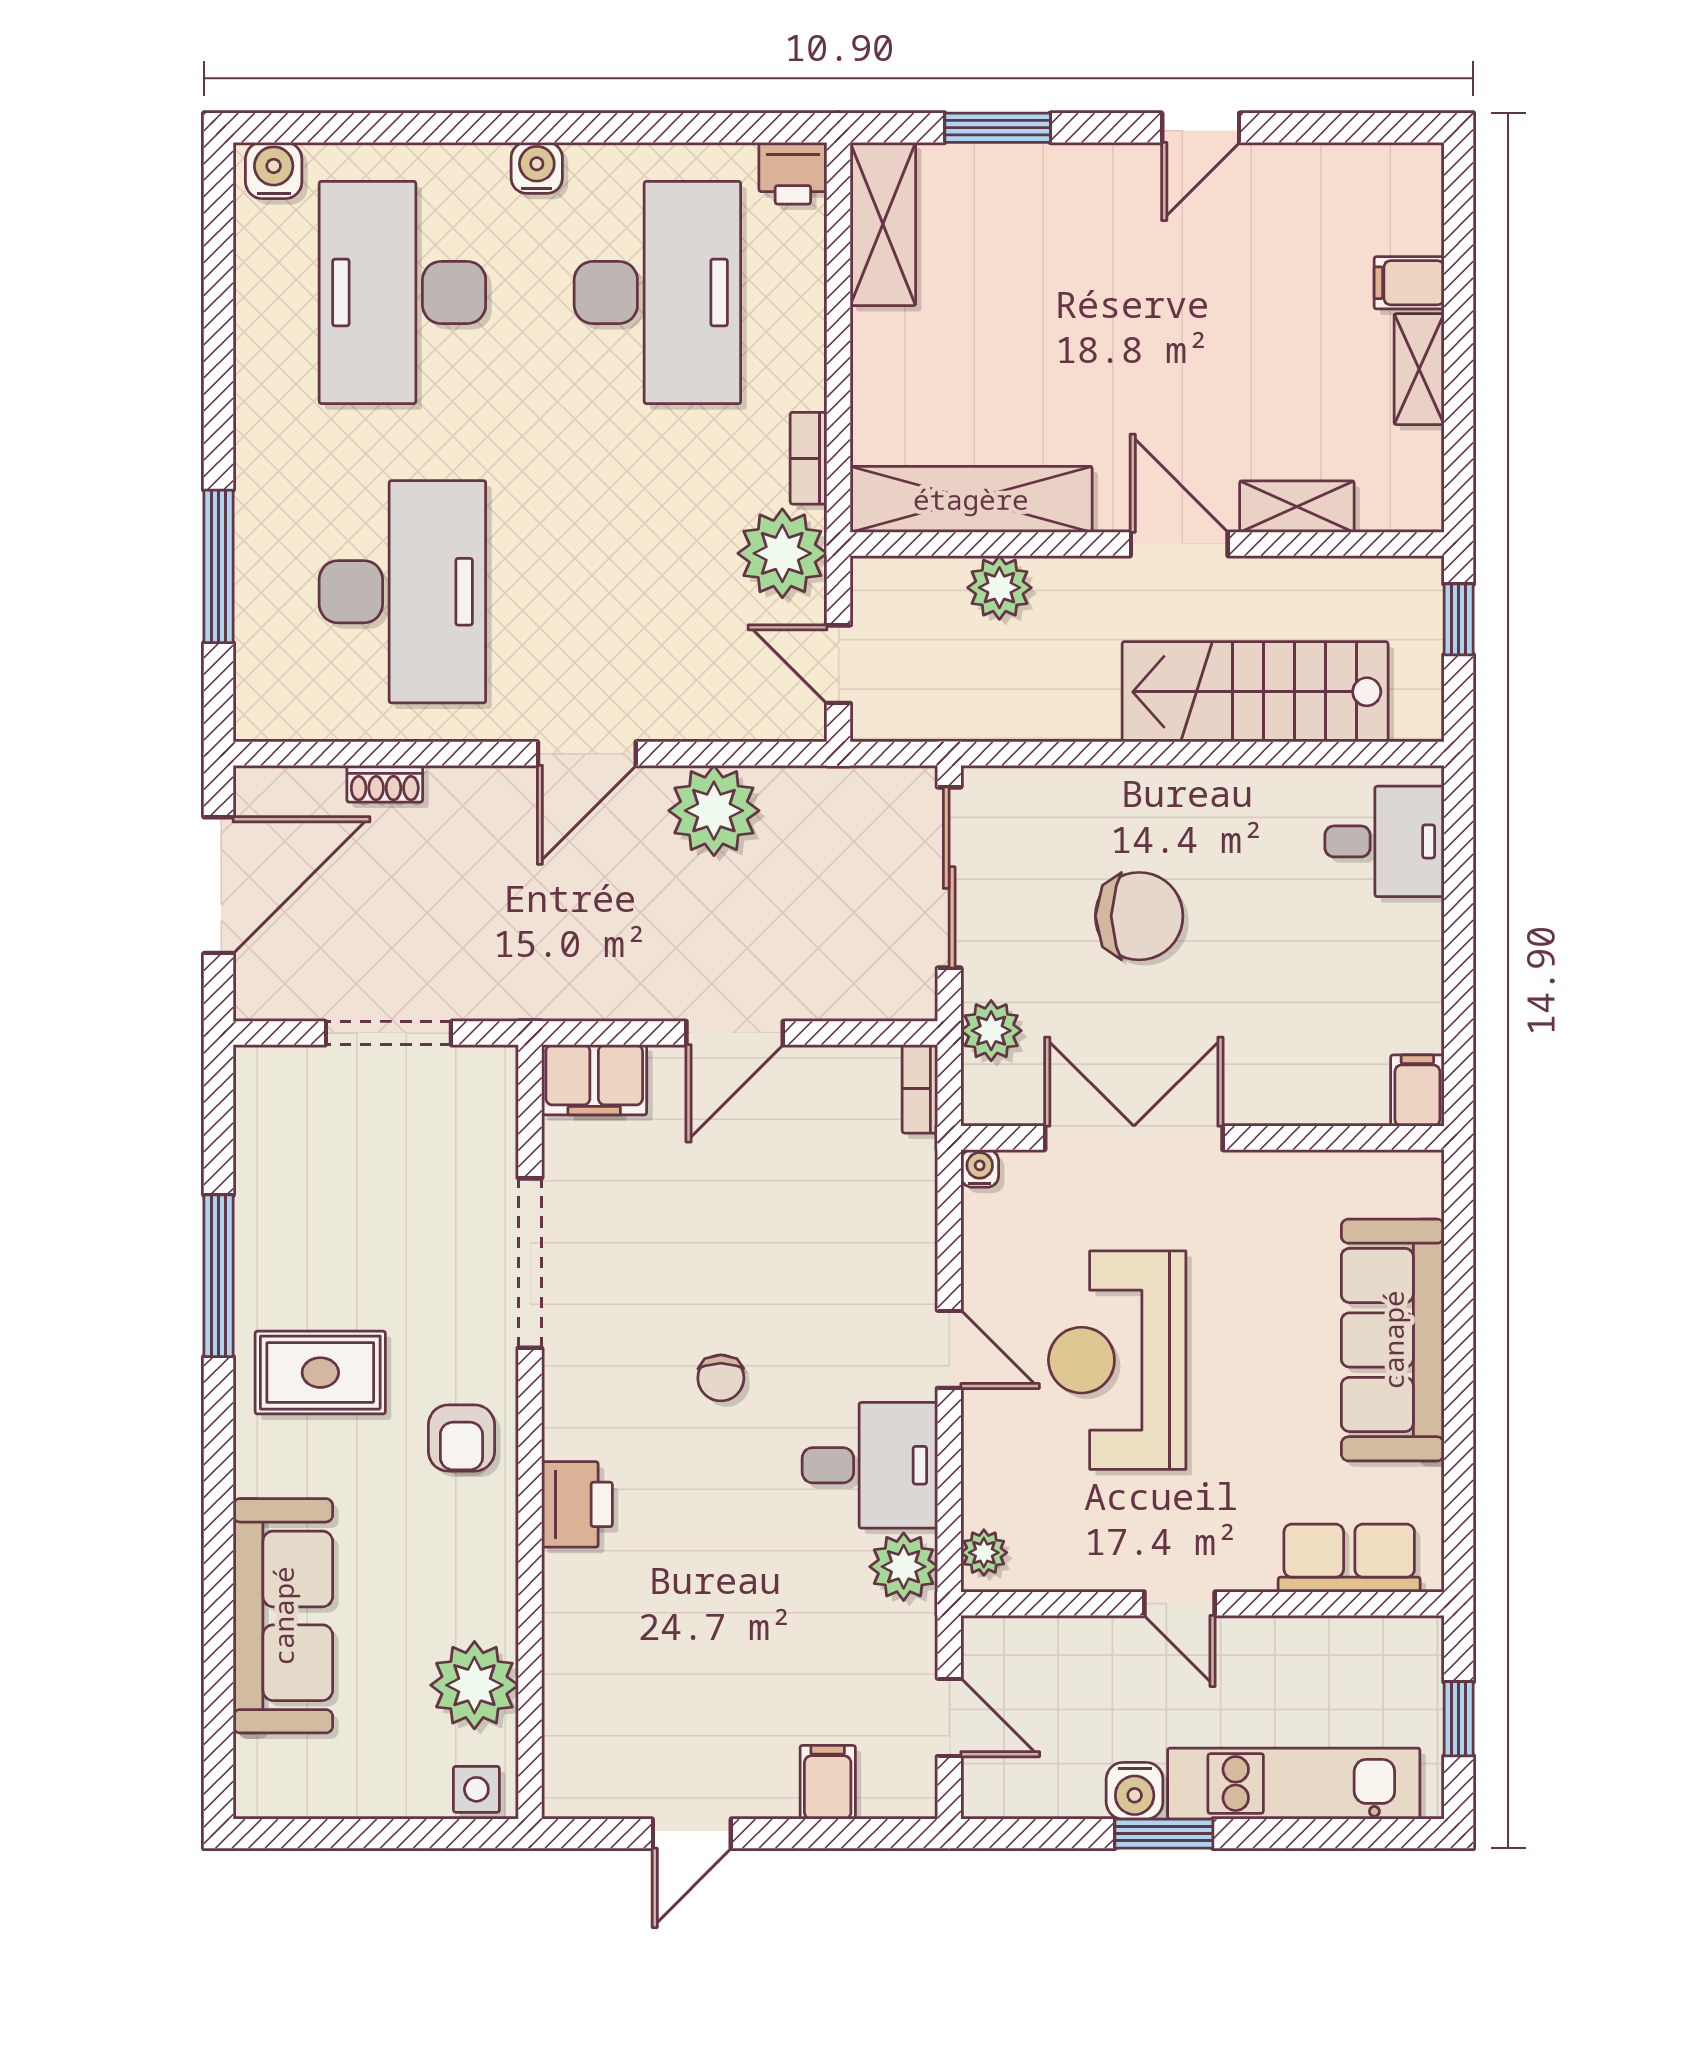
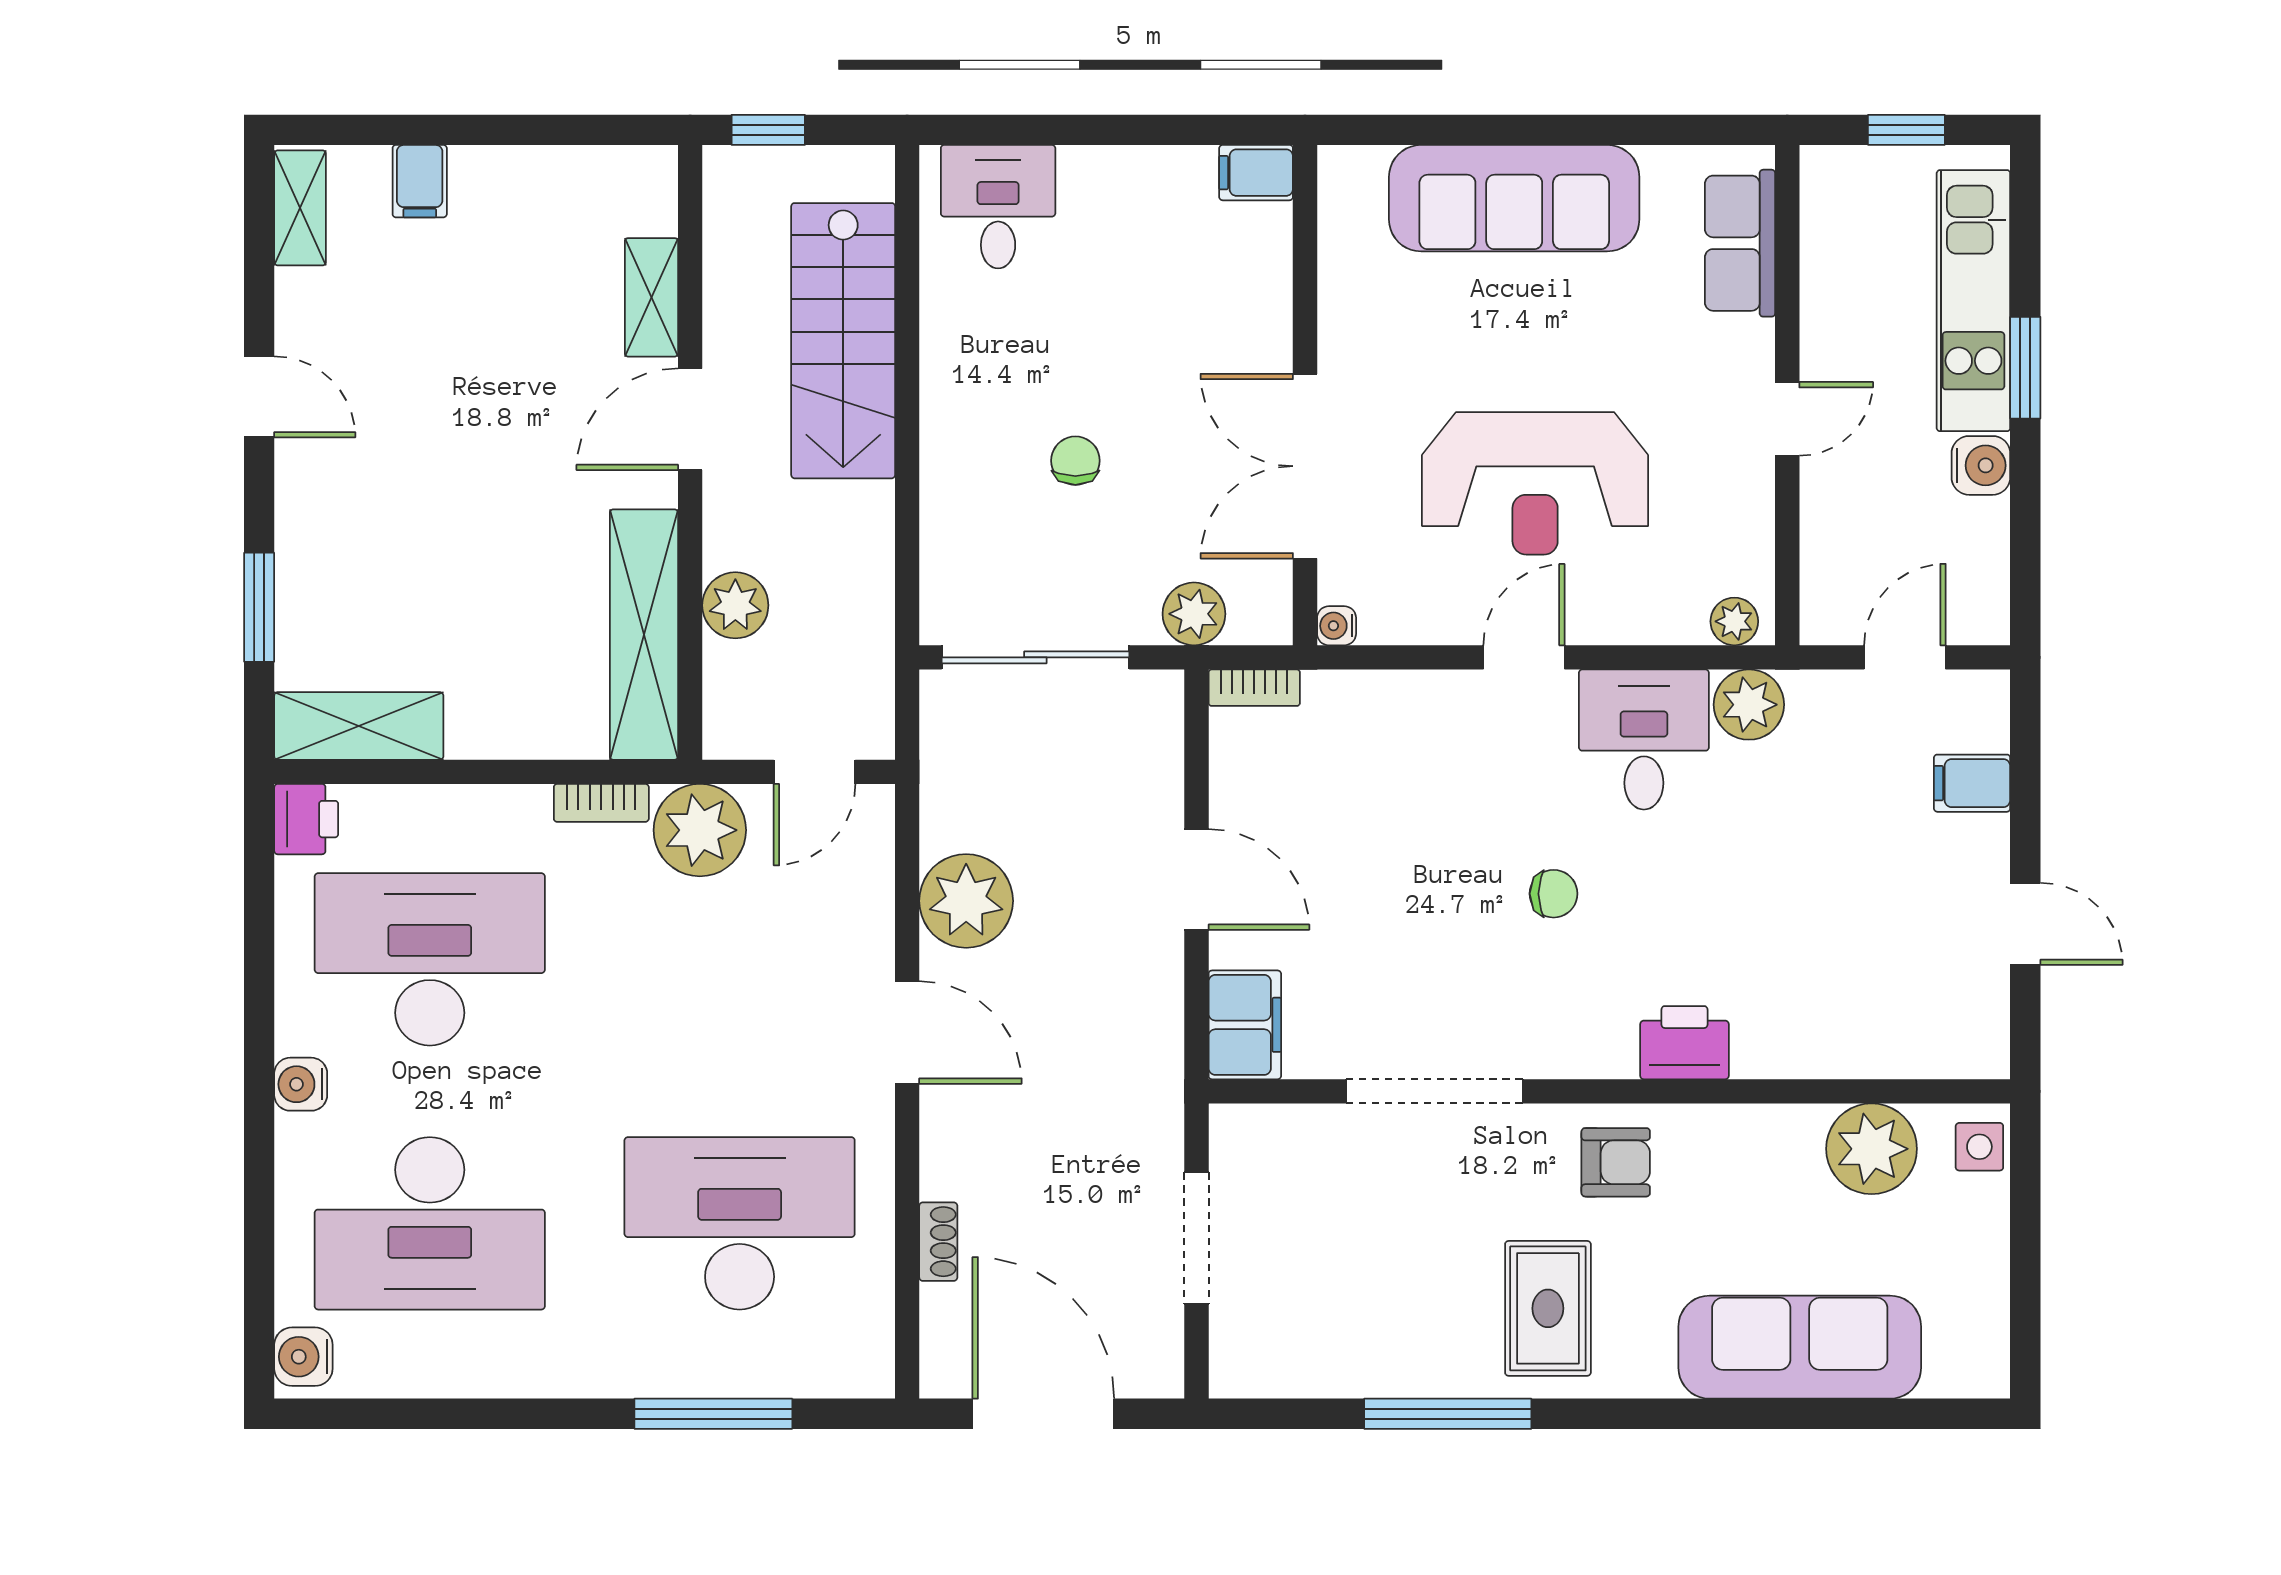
shelving: (1419, 369) -> (300, 208), moved, turned 90
chair: (1139, 916) -> (1075, 461), width x0.54, depth x0.54
window: (1164, 1834) -> (2025, 368), moved

